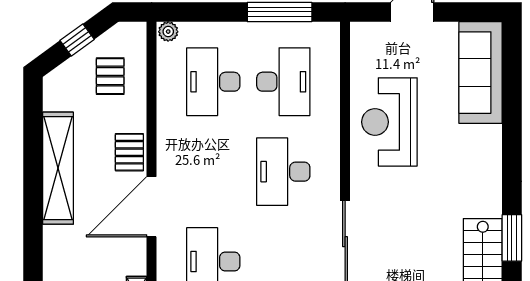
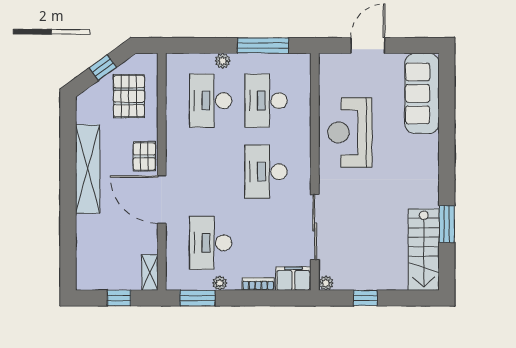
plant: (168, 32) -> (223, 61), moved
pallet: (110, 76) -> (129, 96), width x1.50, depth x1.42
desk: (283, 82) -> (266, 101), turned 180
door: (152, 207) -> (162, 200), hinge flipped

